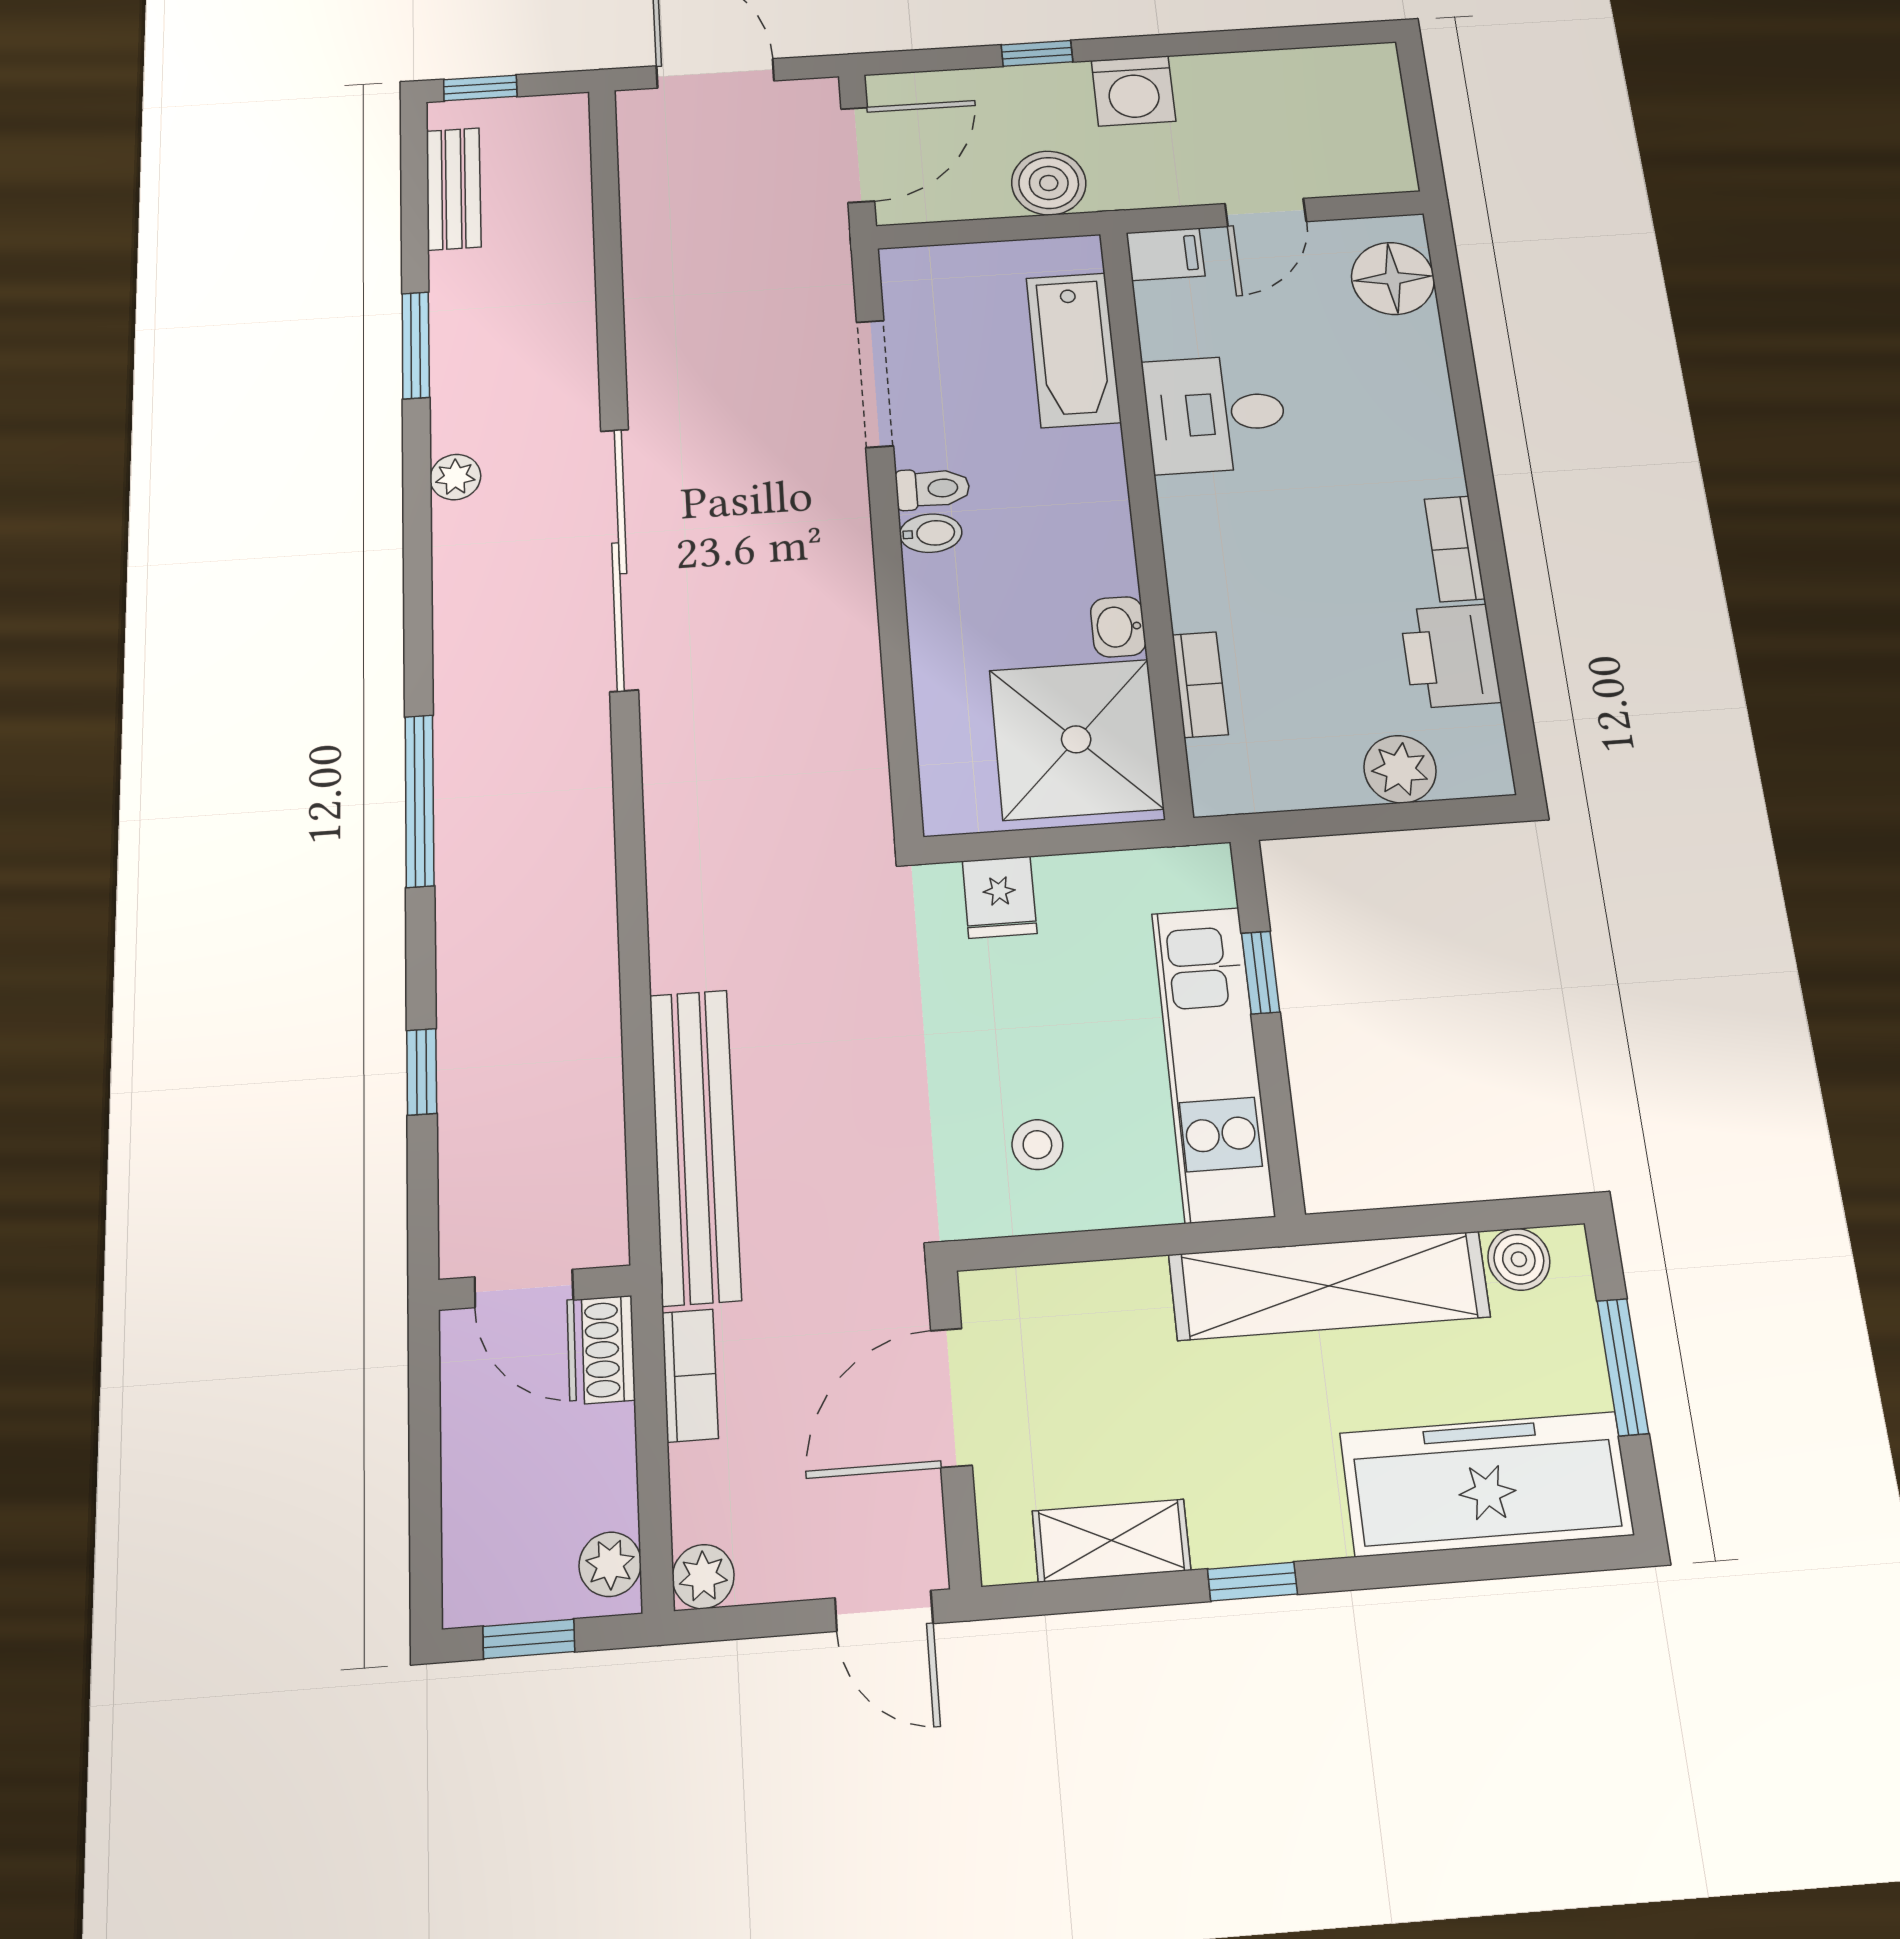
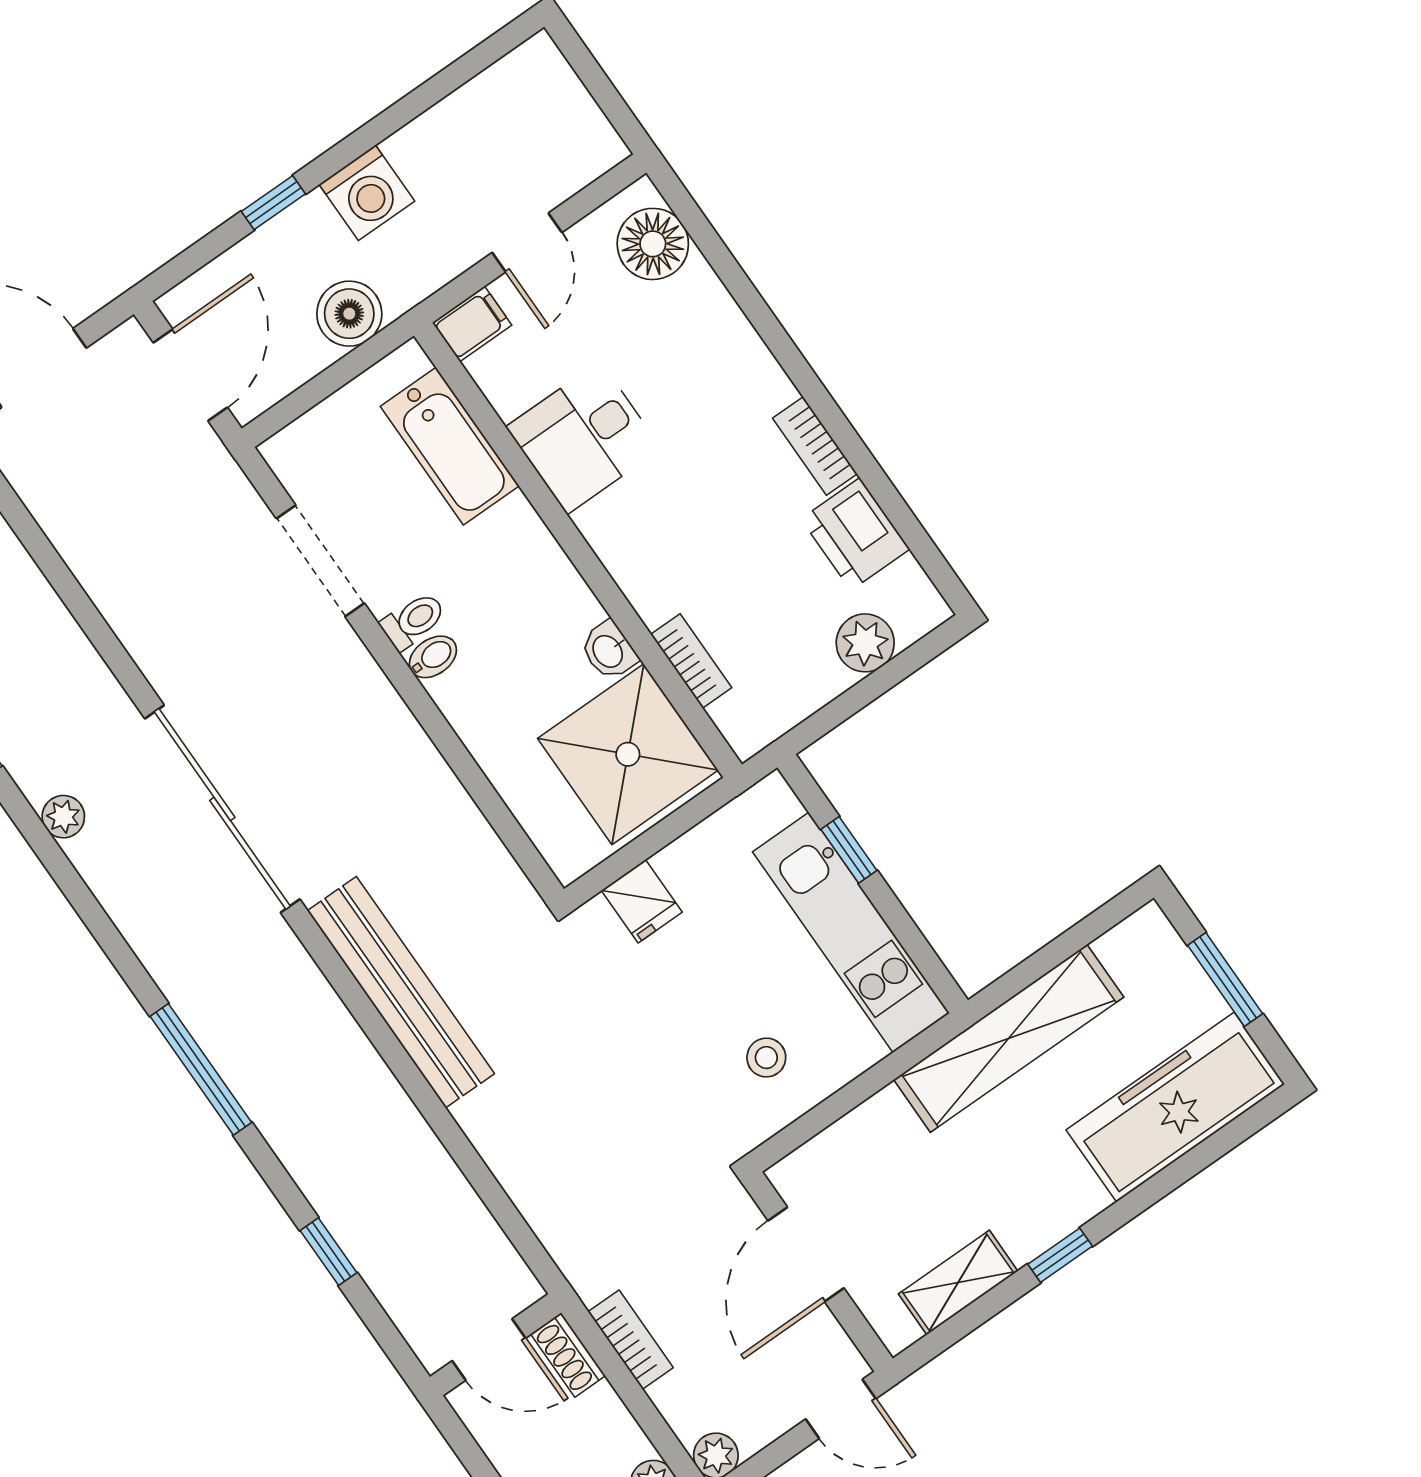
bench: (695, 1145) -> (401, 992), moved
boiler: (1519, 1259) -> (1123, 948), removed

